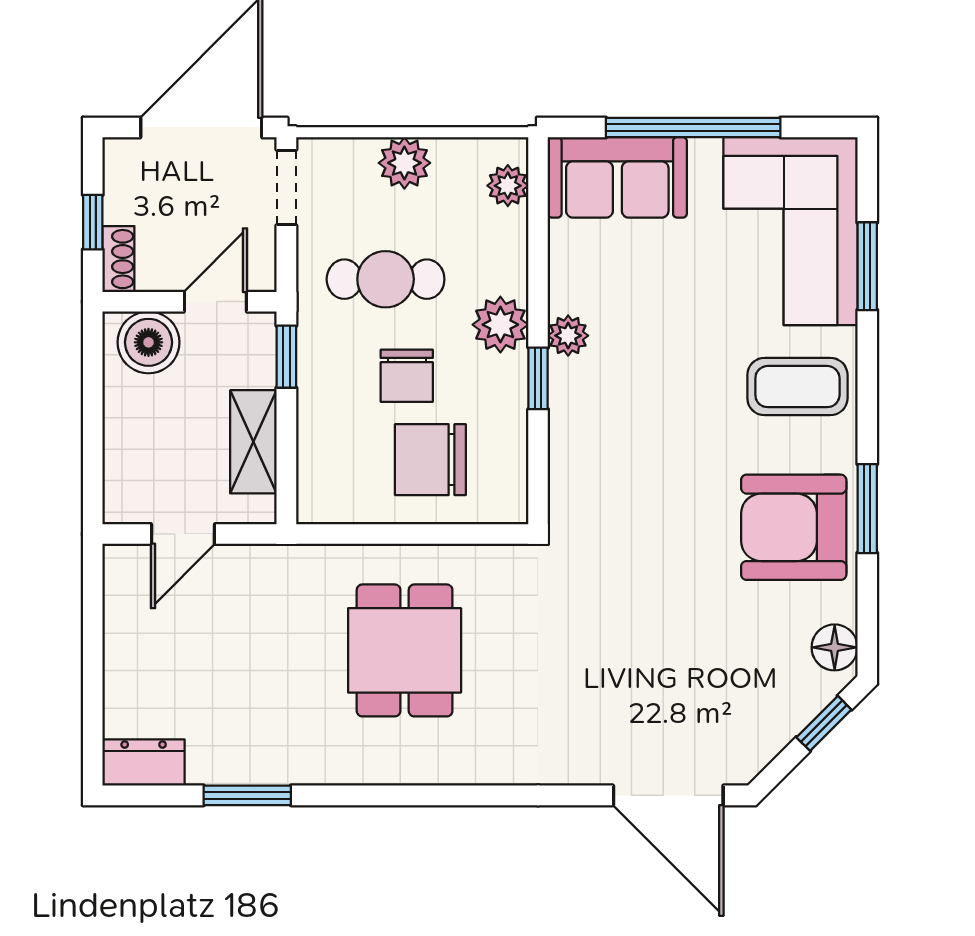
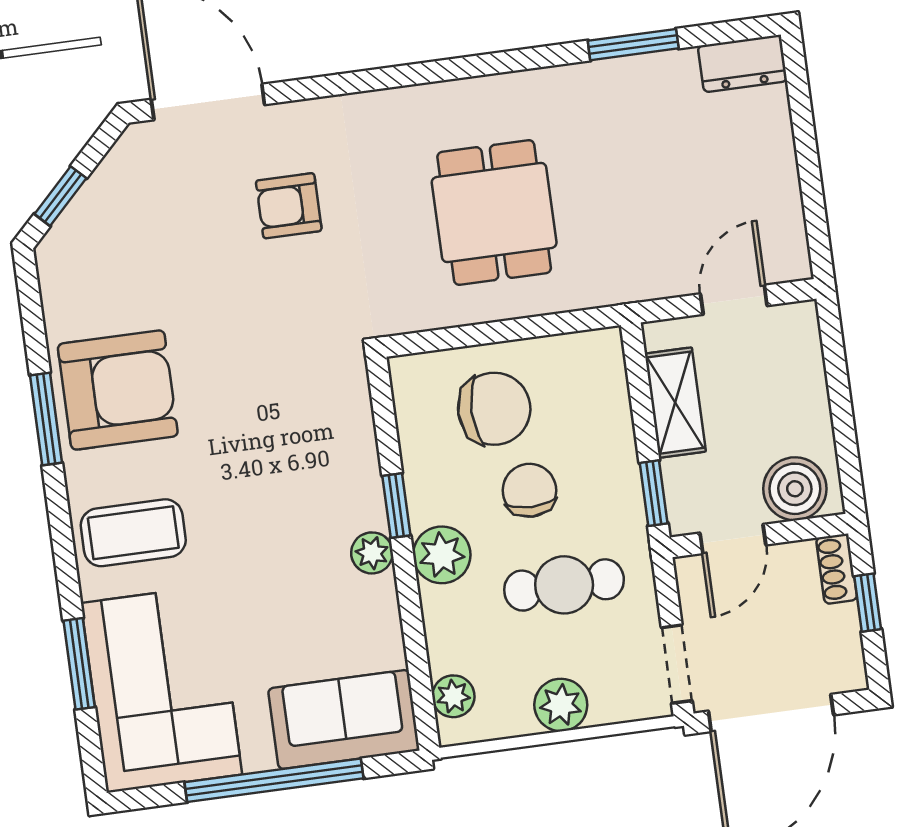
floor lamp: (835, 647) -> (60, 274), removed
armchair: (603, 684) -> (289, 206), added

